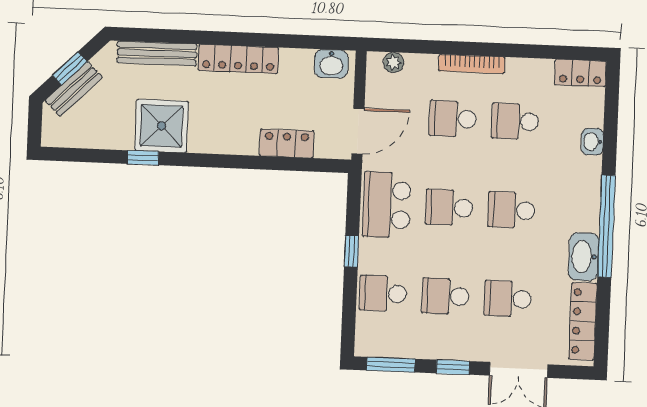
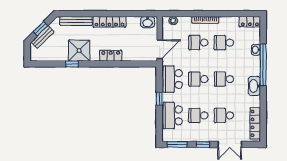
locker: (287, 143) -> (111, 56), moved
window: (606, 226) -> (263, 65), moved
washbasin: (584, 257) -> (254, 86), moved
school desk: (383, 293) -> (173, 115), width x1.85

